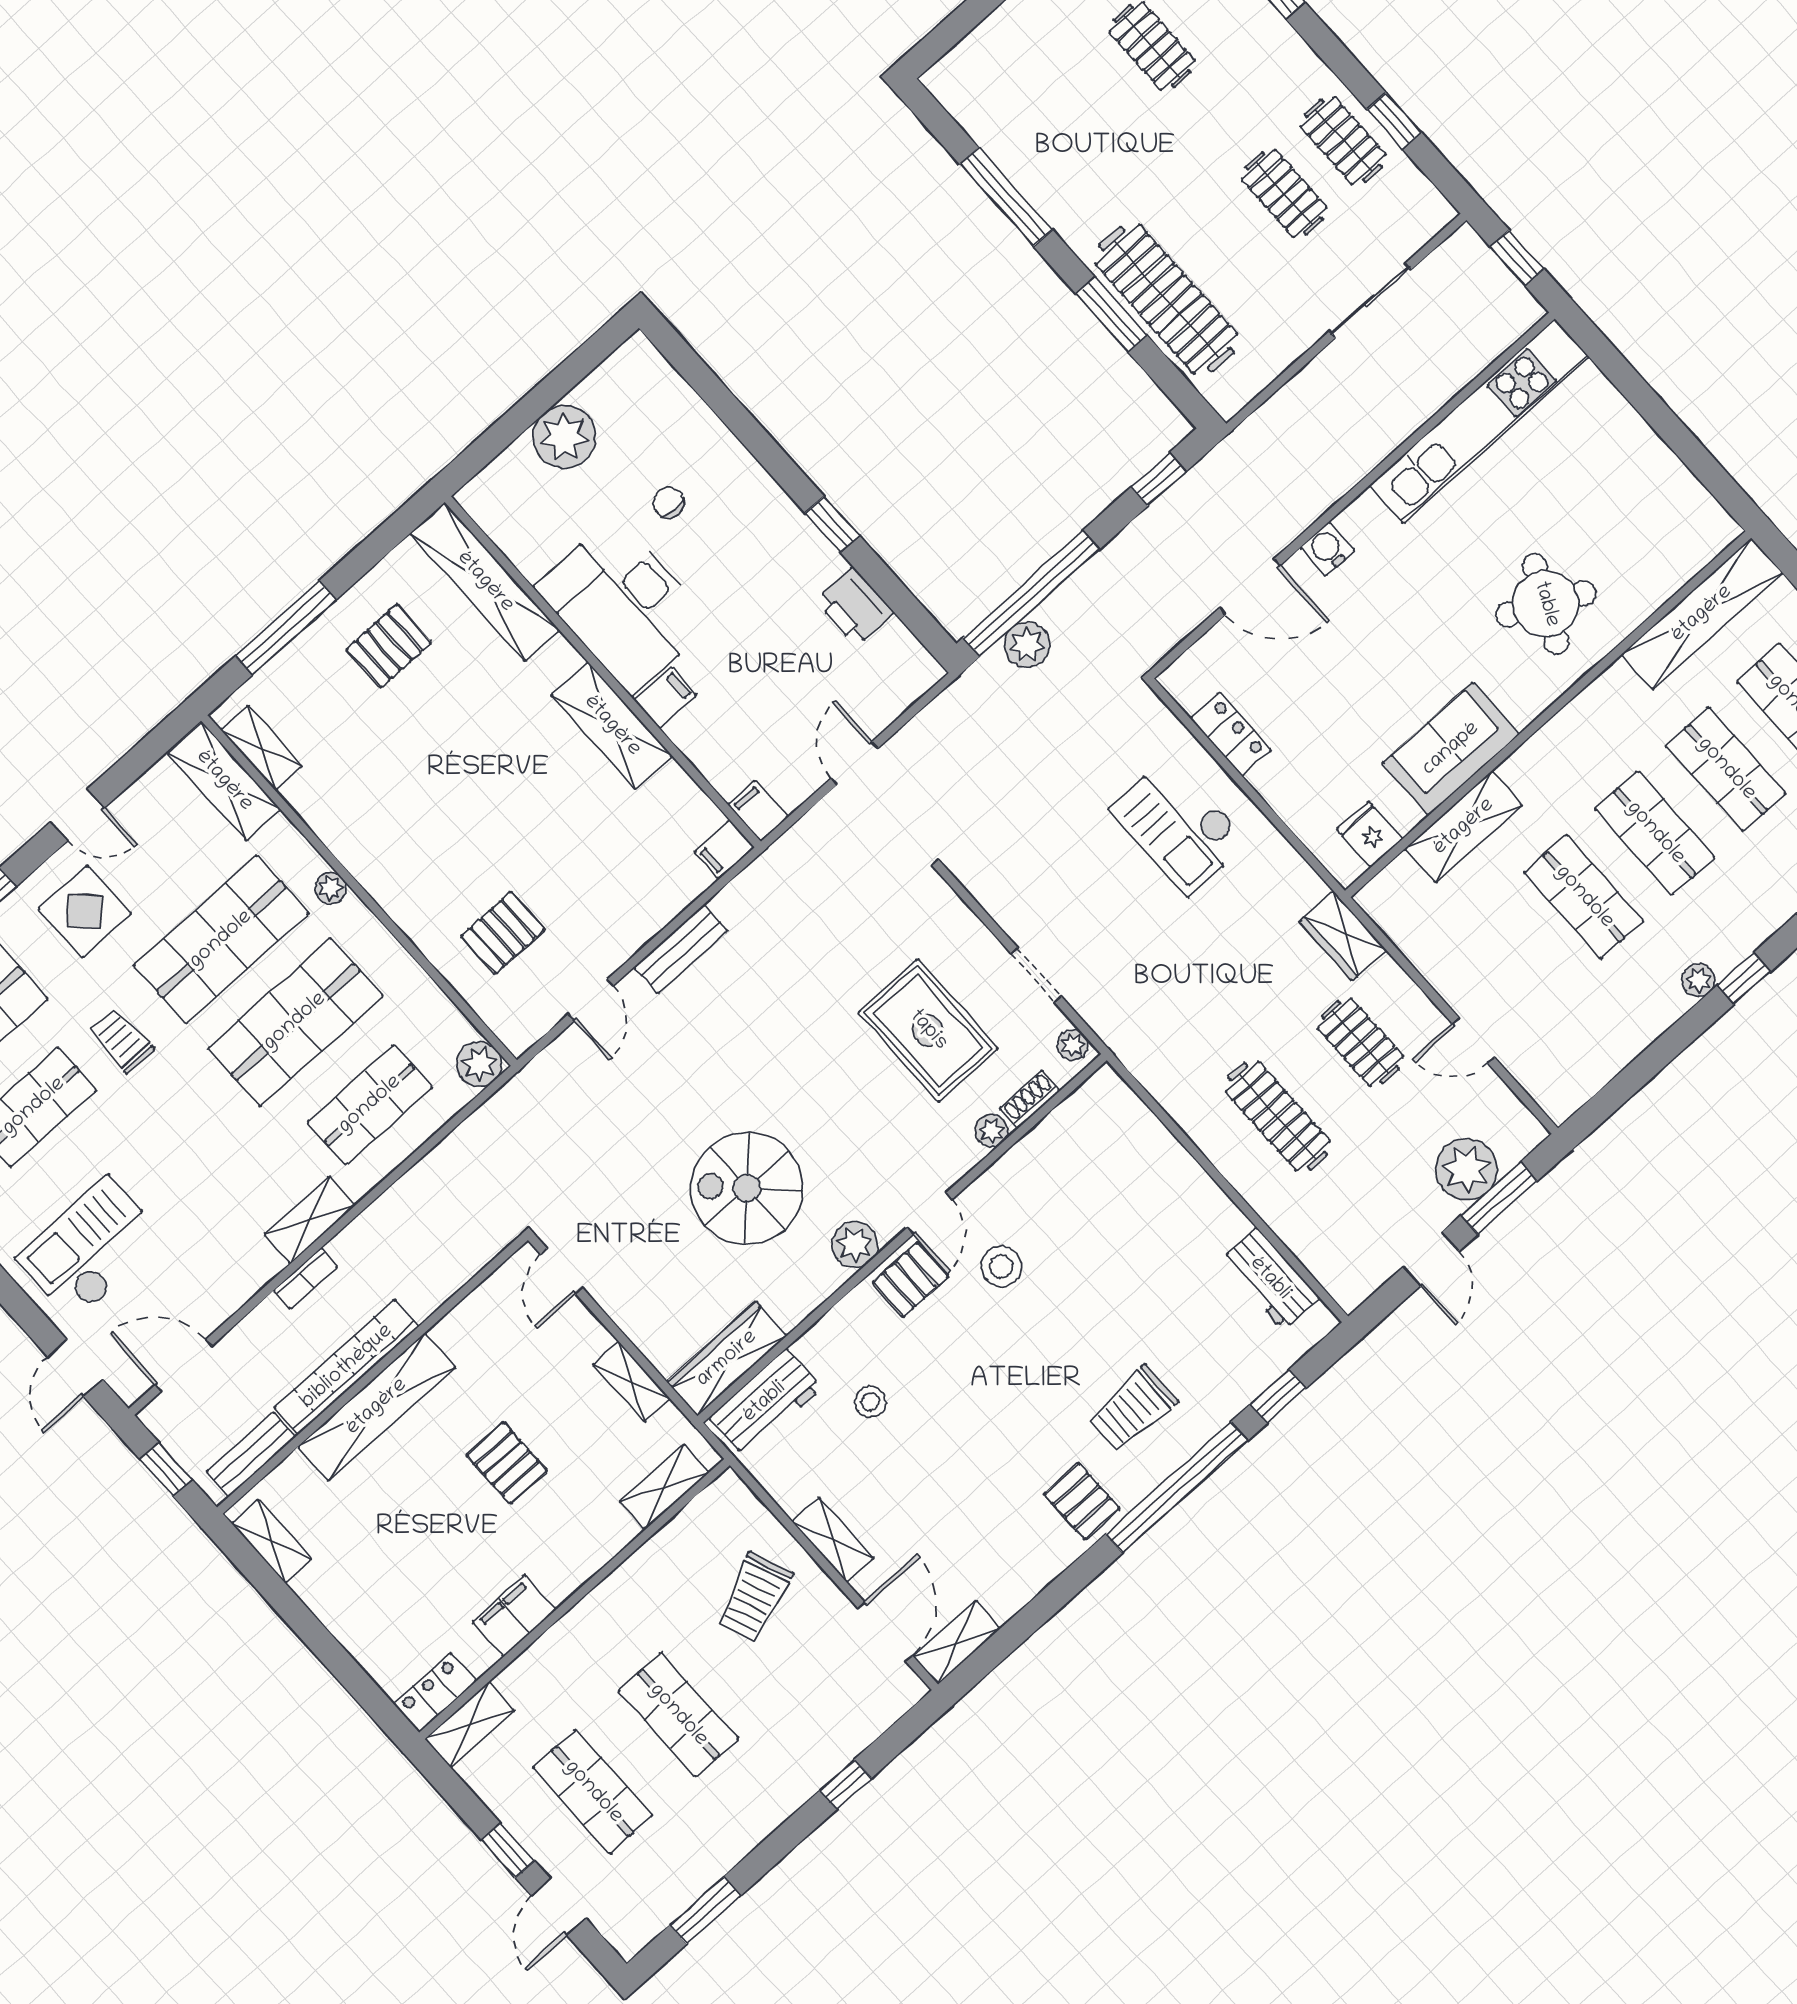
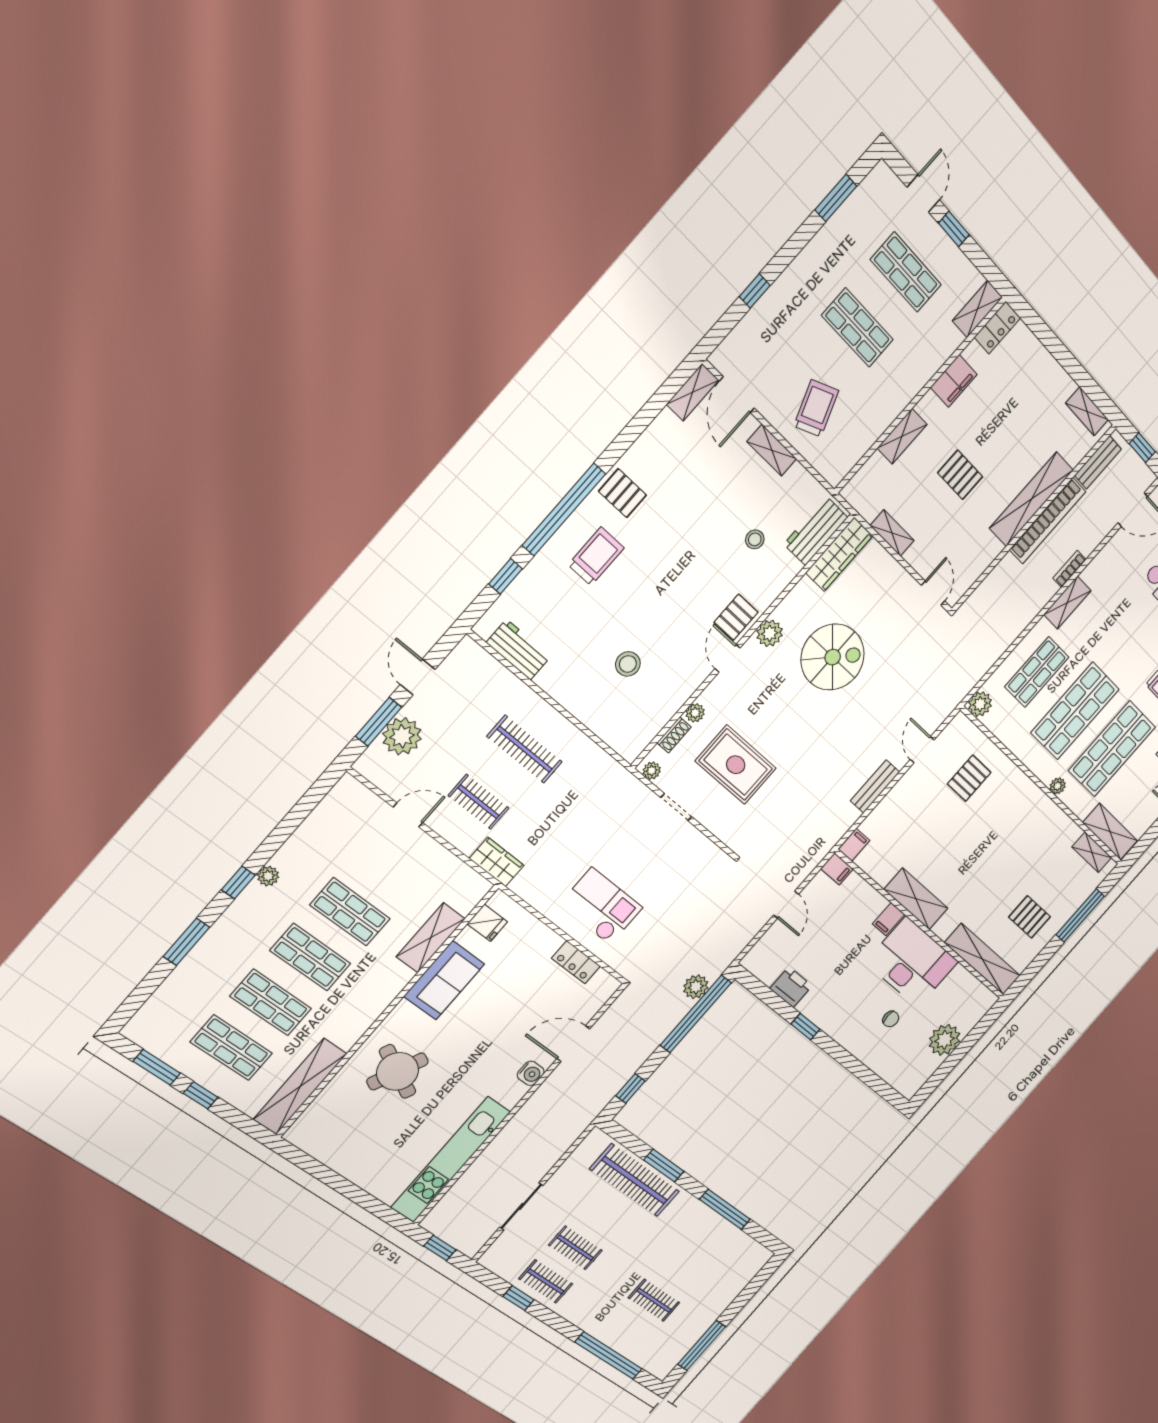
pallet: (389, 646) -> (1030, 917), turned 90
stool: (1001, 1267) -> (628, 664), moved
shelving: (664, 1487) -> (902, 436), moved

